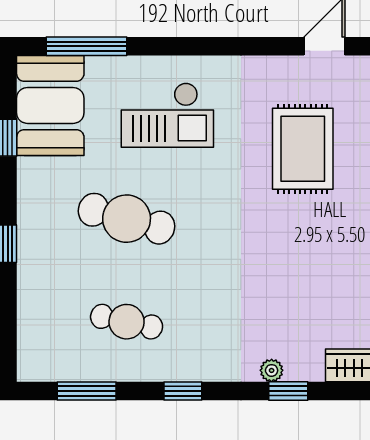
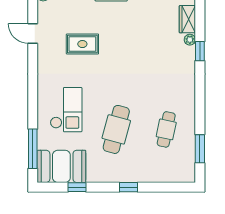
rug: (303, 149) -> (82, 44), width x0.73, depth x0.70
plant: (272, 370) -> (190, 40), moved
window: (183, 391) -> (200, 102), removed

